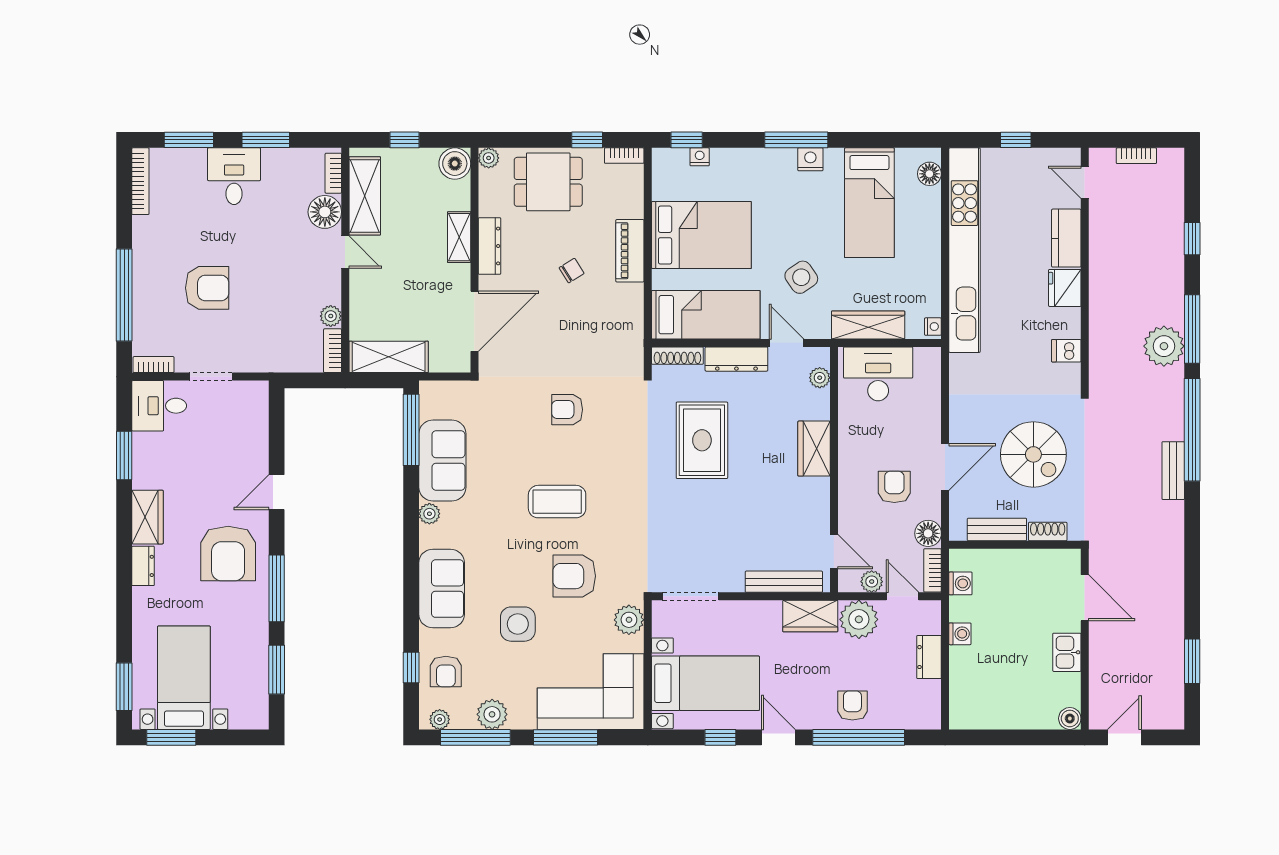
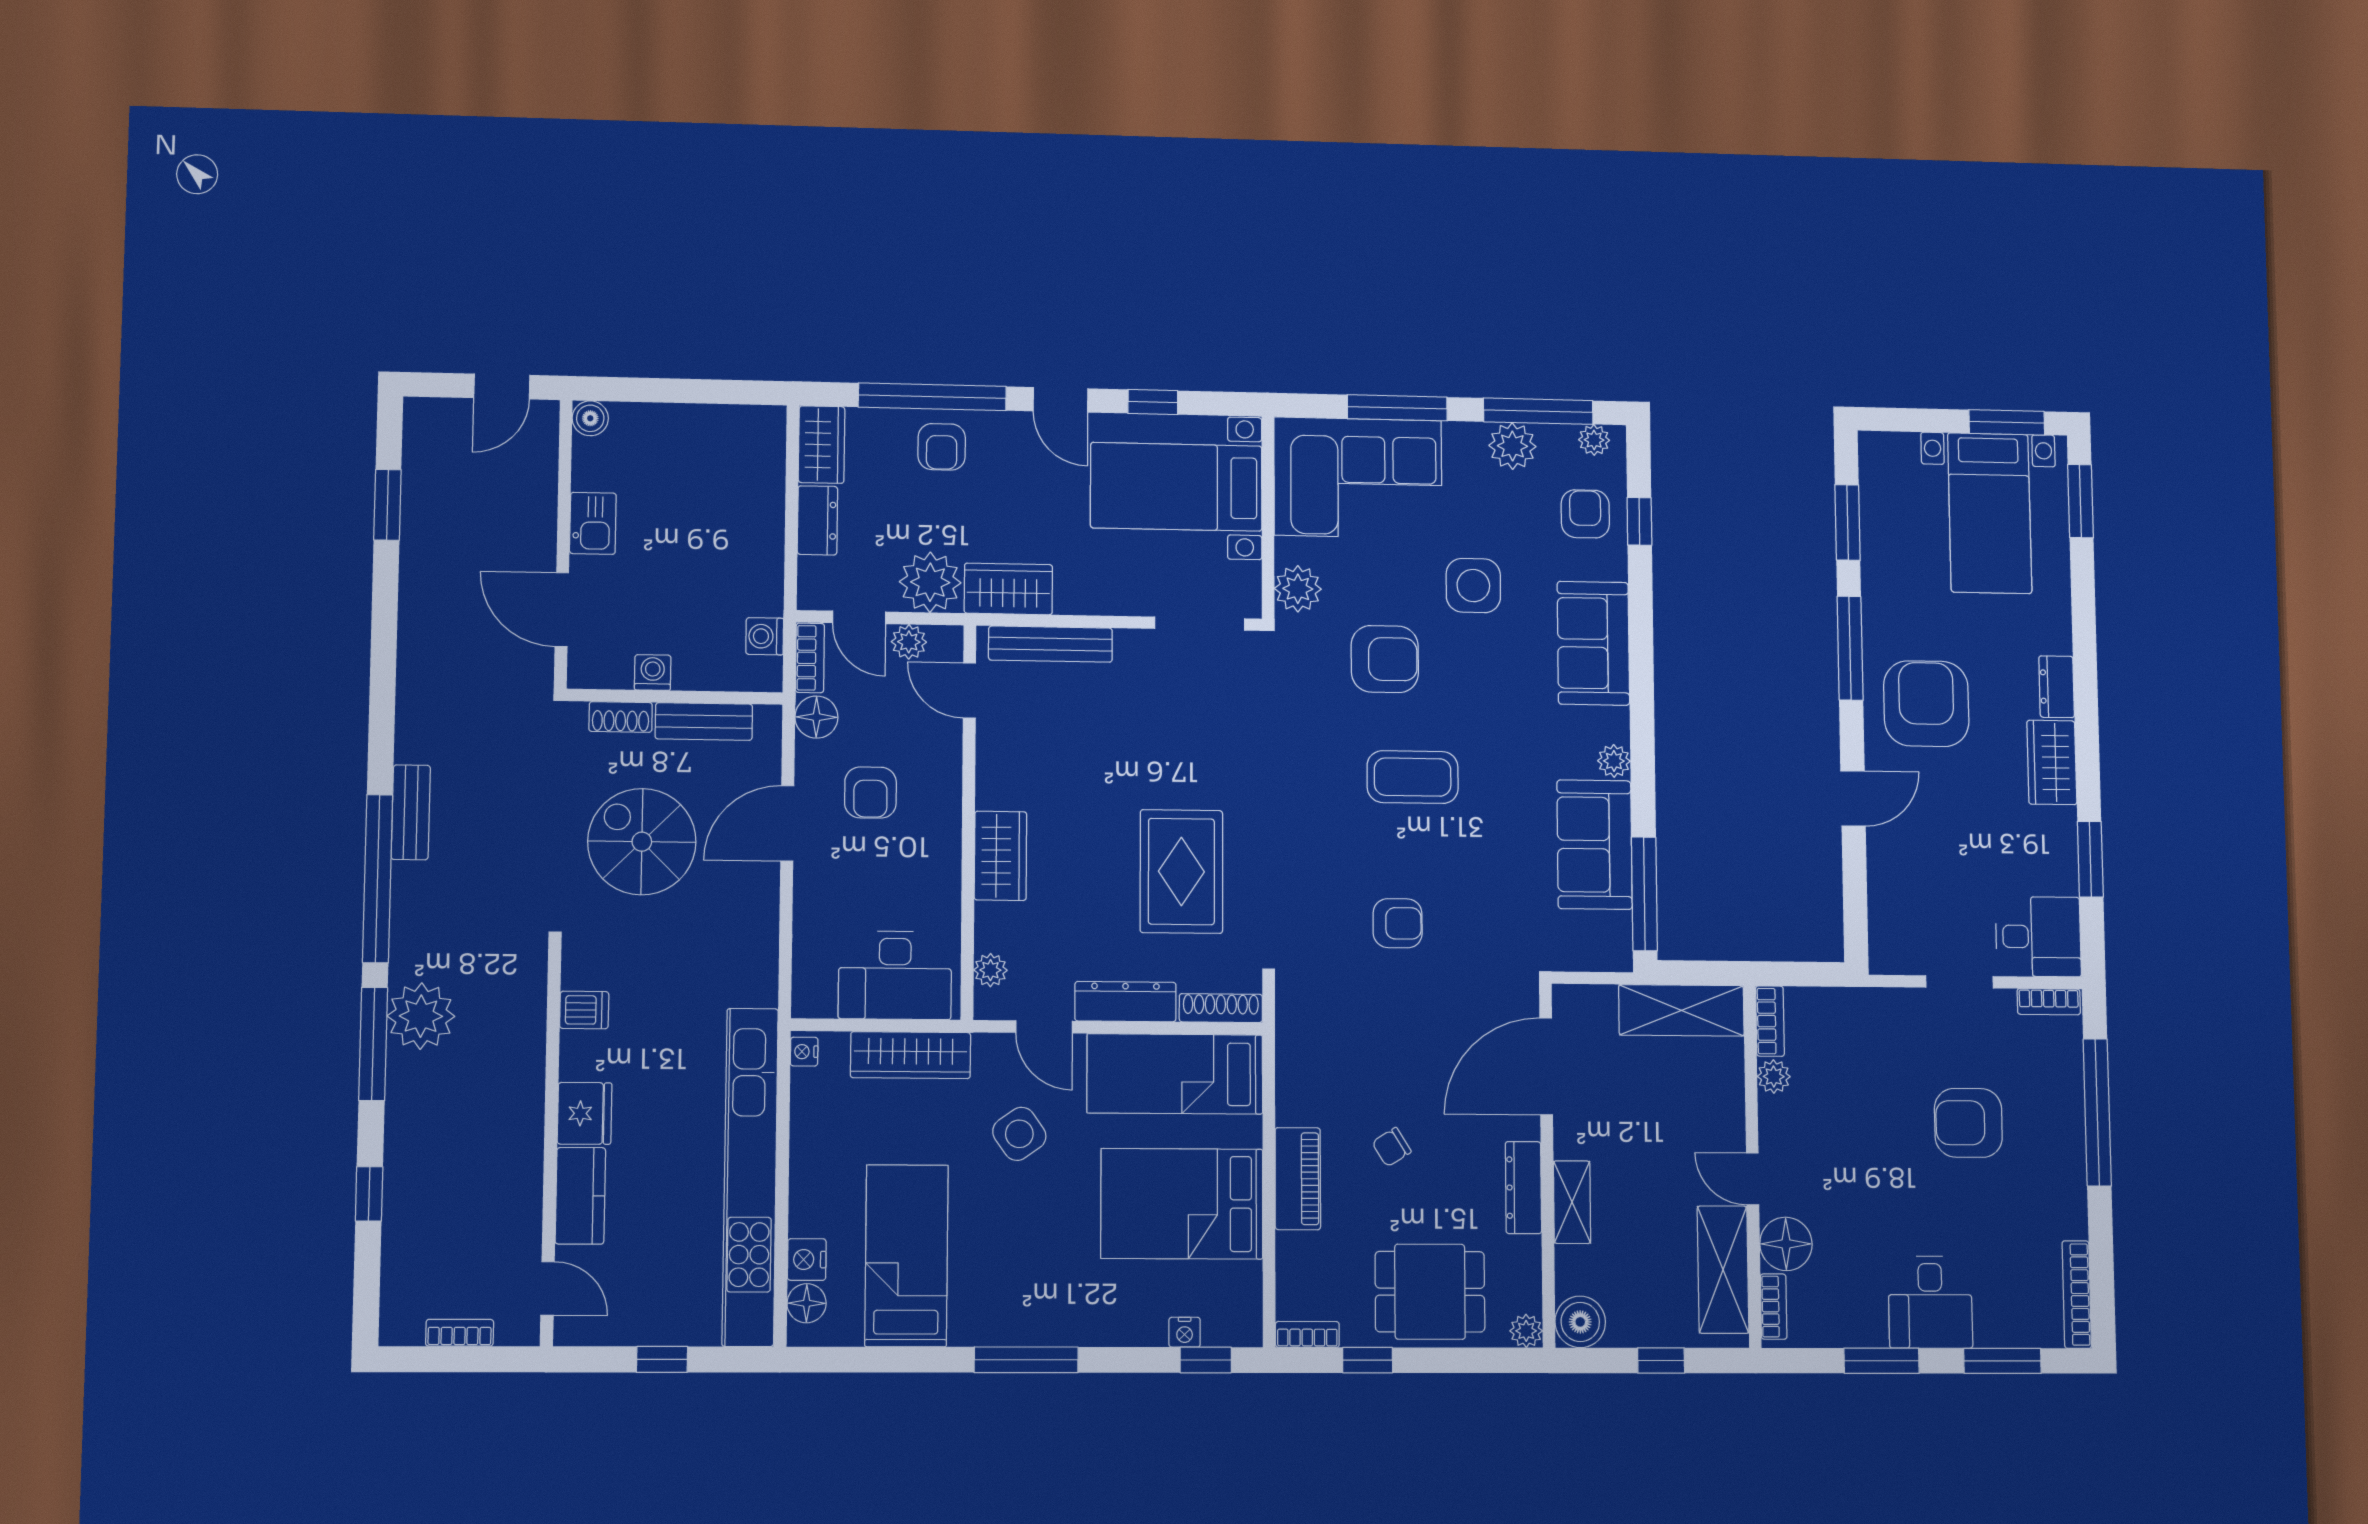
nightstand: (810, 159) -> (807, 1260), moved, turned 90
washing machine: (960, 634) -> (653, 673), moved, turned 90
wardrobe: (927, 705) -> (822, 445), added

